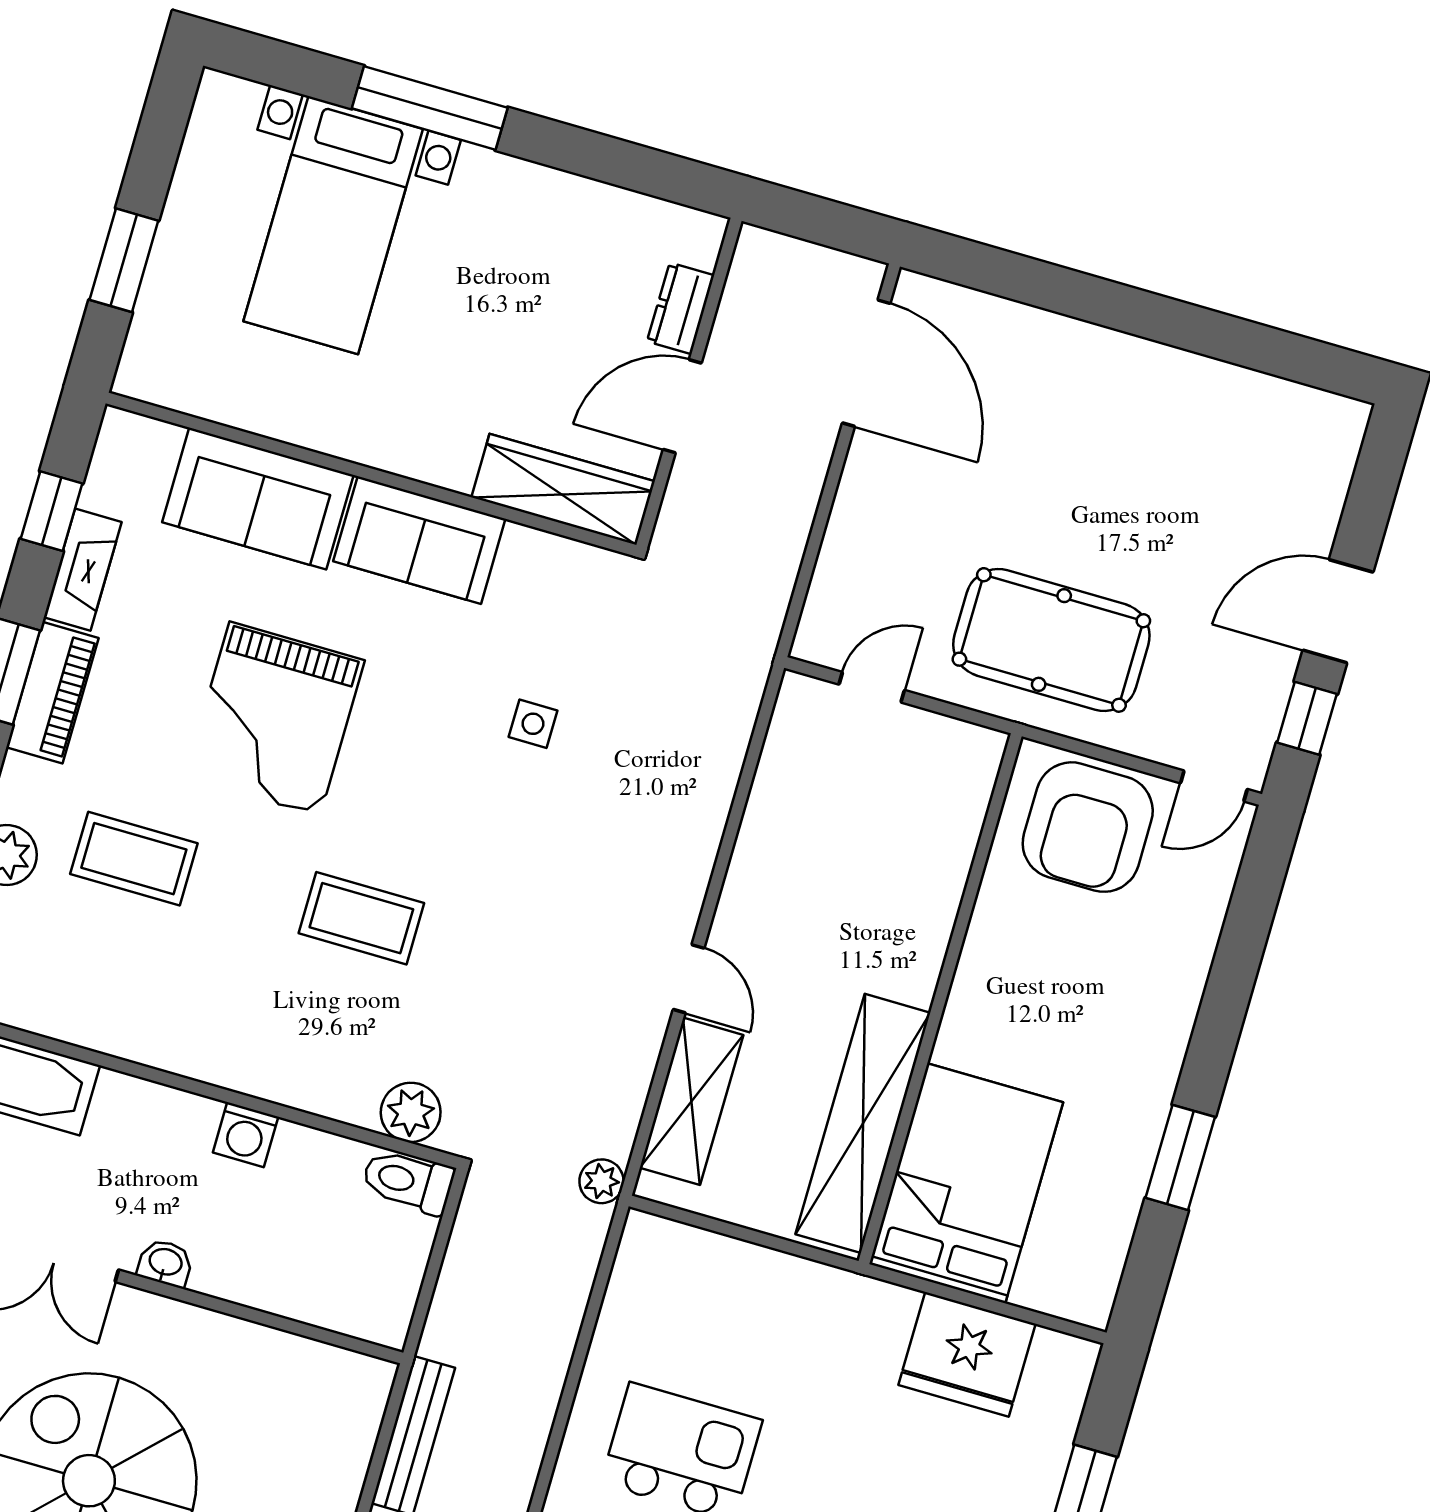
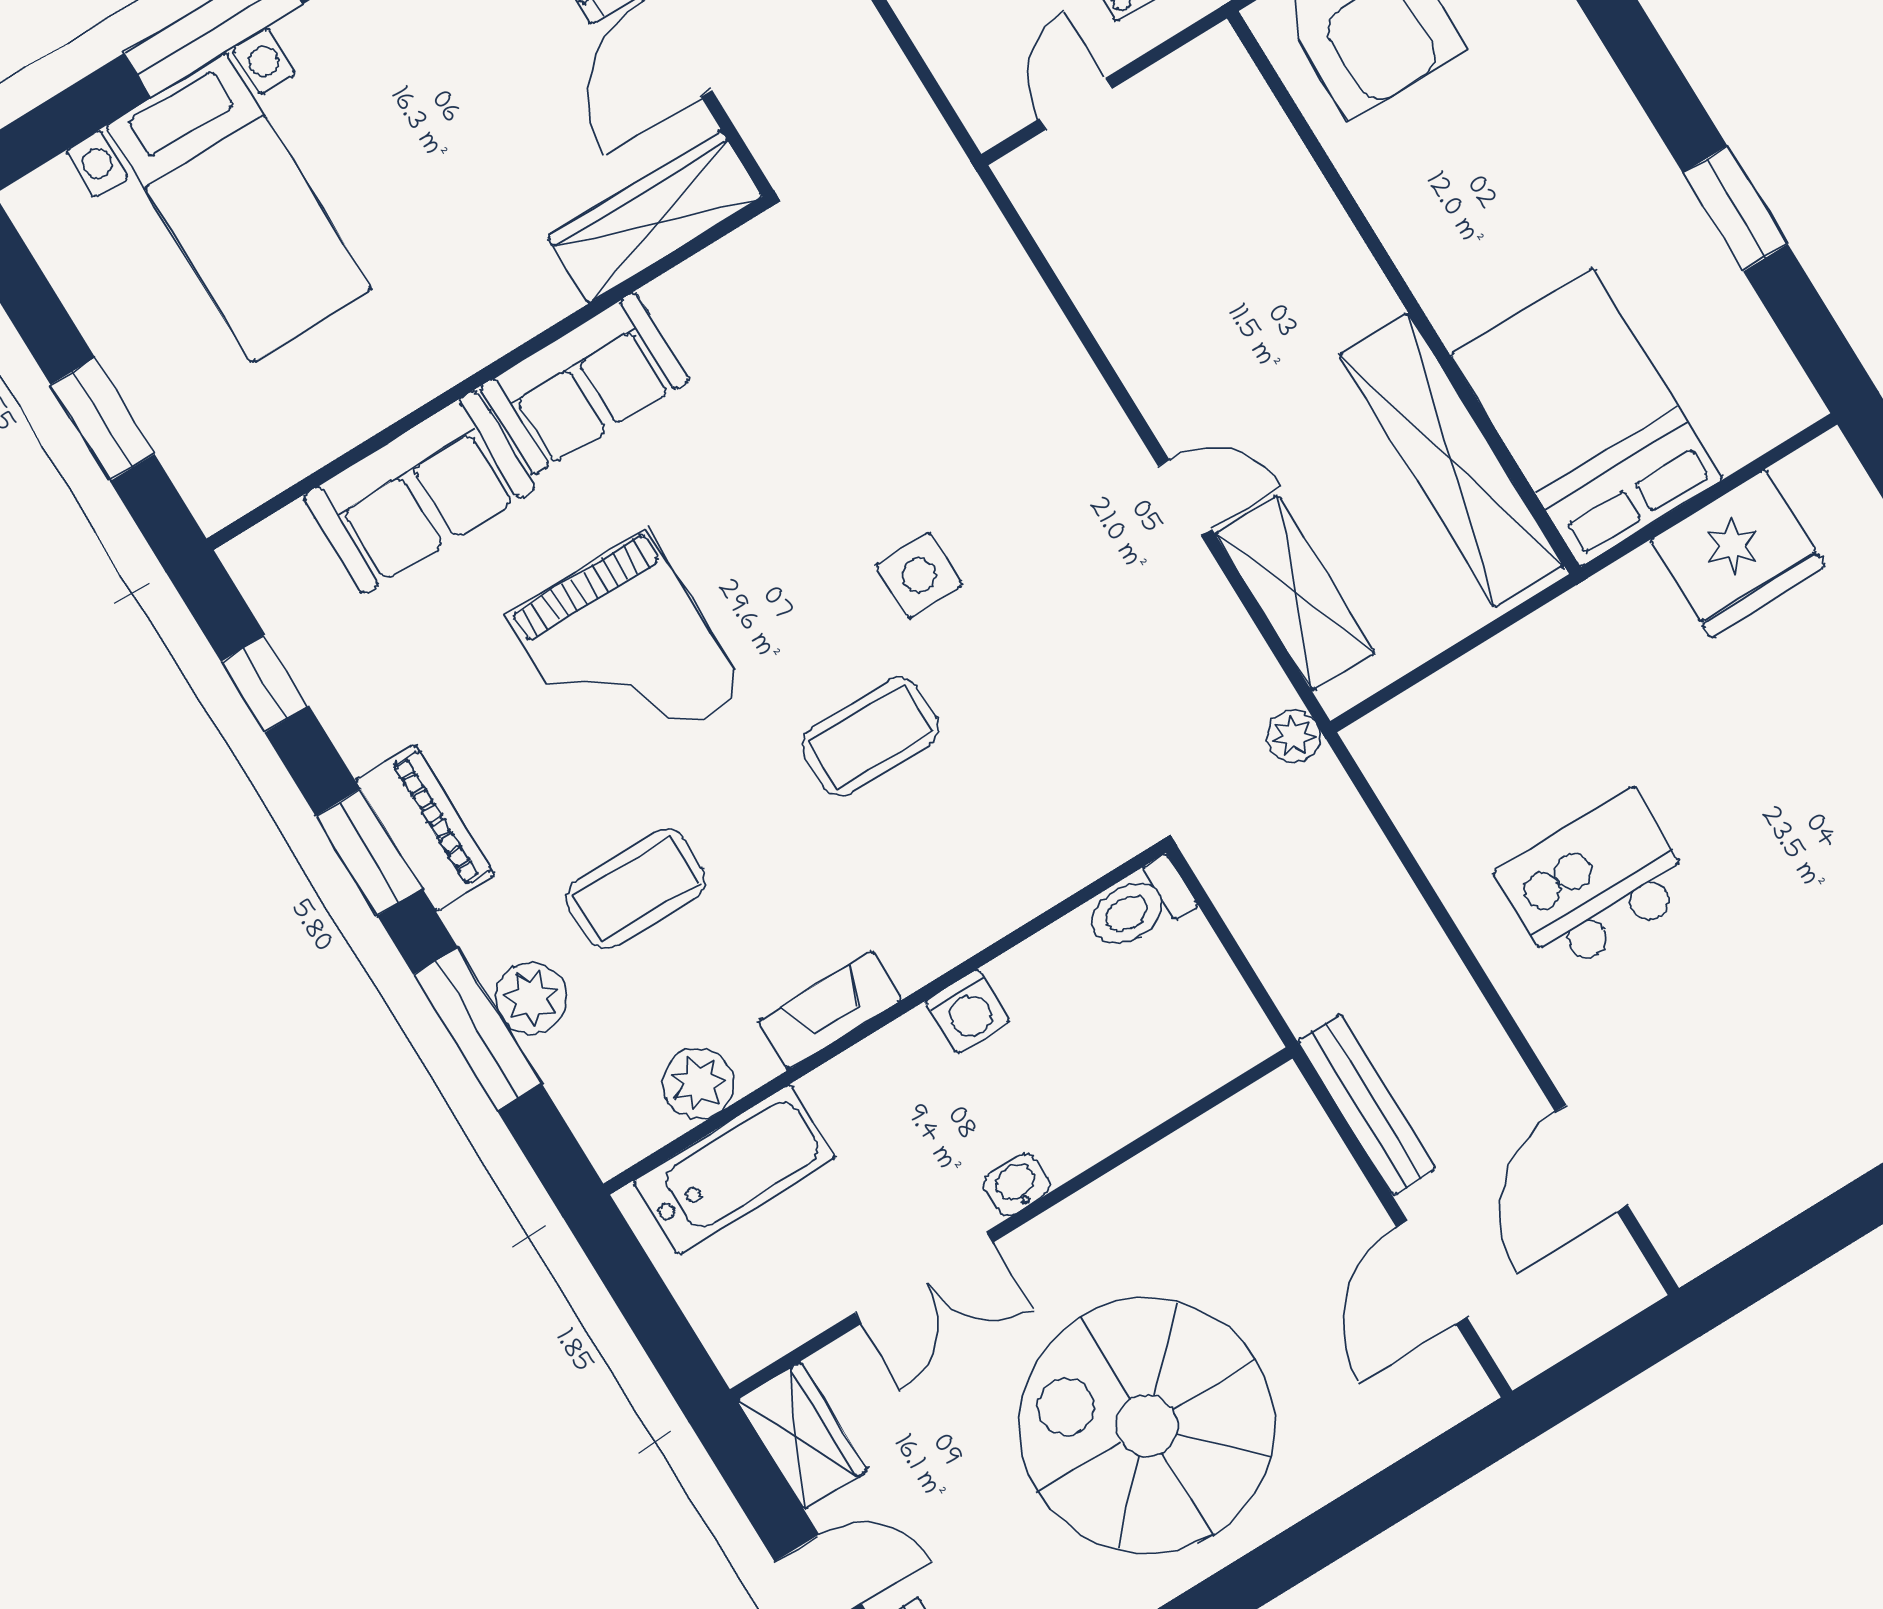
fireplace: (83, 570) -> (830, 1010), moved, turned -90
side table: (533, 724) -> (919, 575), moved, width x1.37, depth x1.37
plant: (411, 1112) -> (698, 1084), moved

